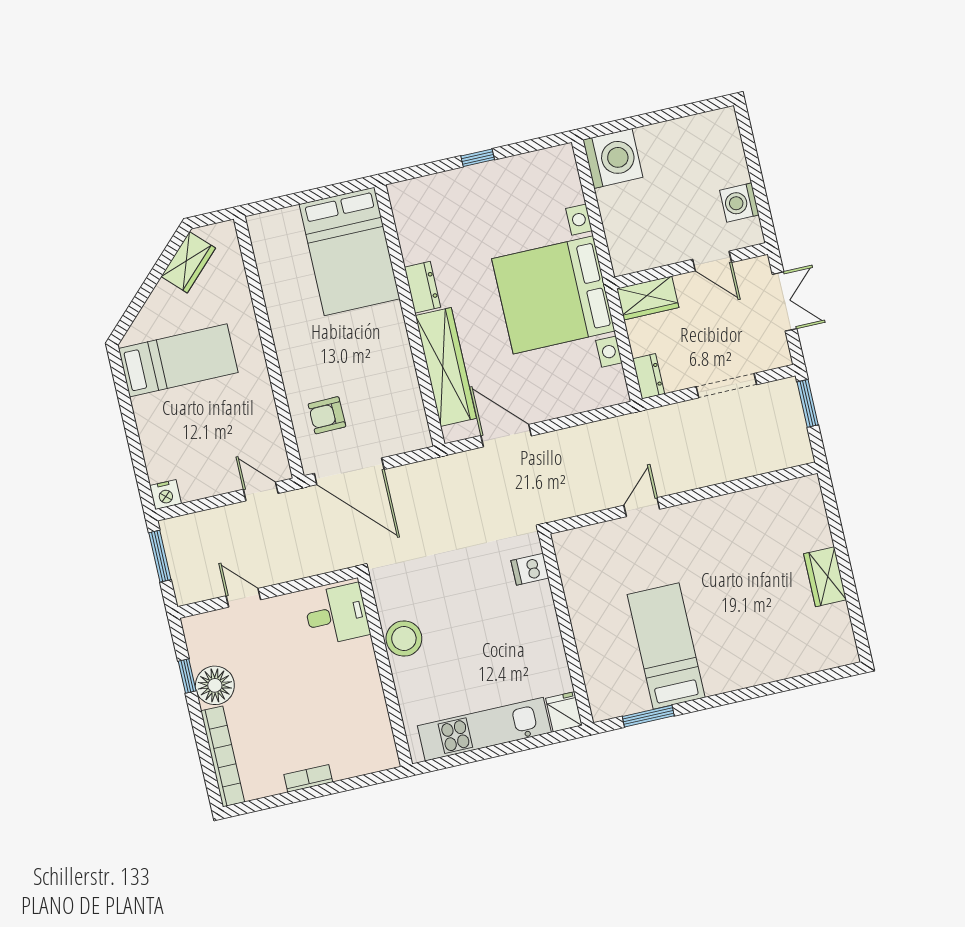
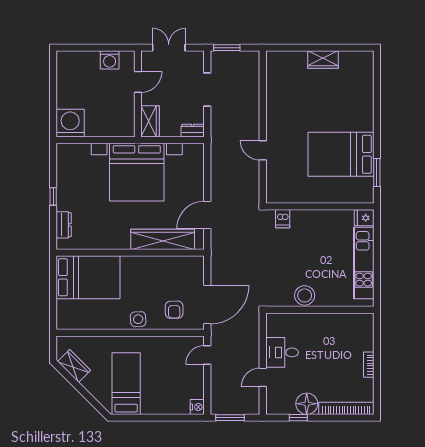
dresser: (422, 287) -> (64, 225), moved, turned 90
side table: (296, 356) -> (138, 319), added
desk: (337, 614) -> (282, 352), moved, turned -90
bed: (666, 646) -> (341, 154), width x1.50

